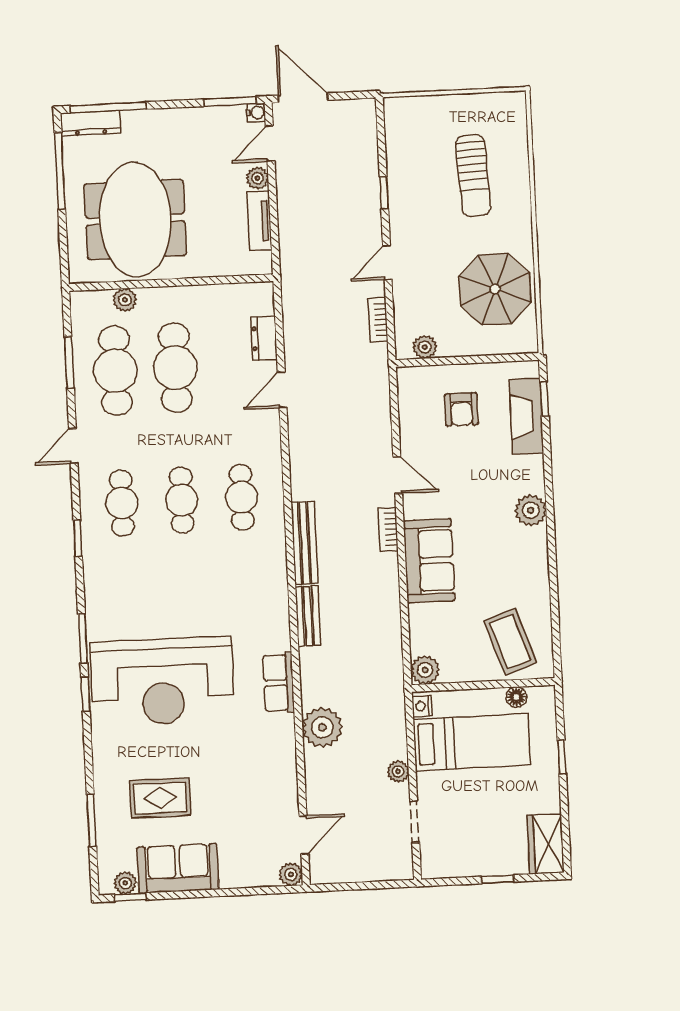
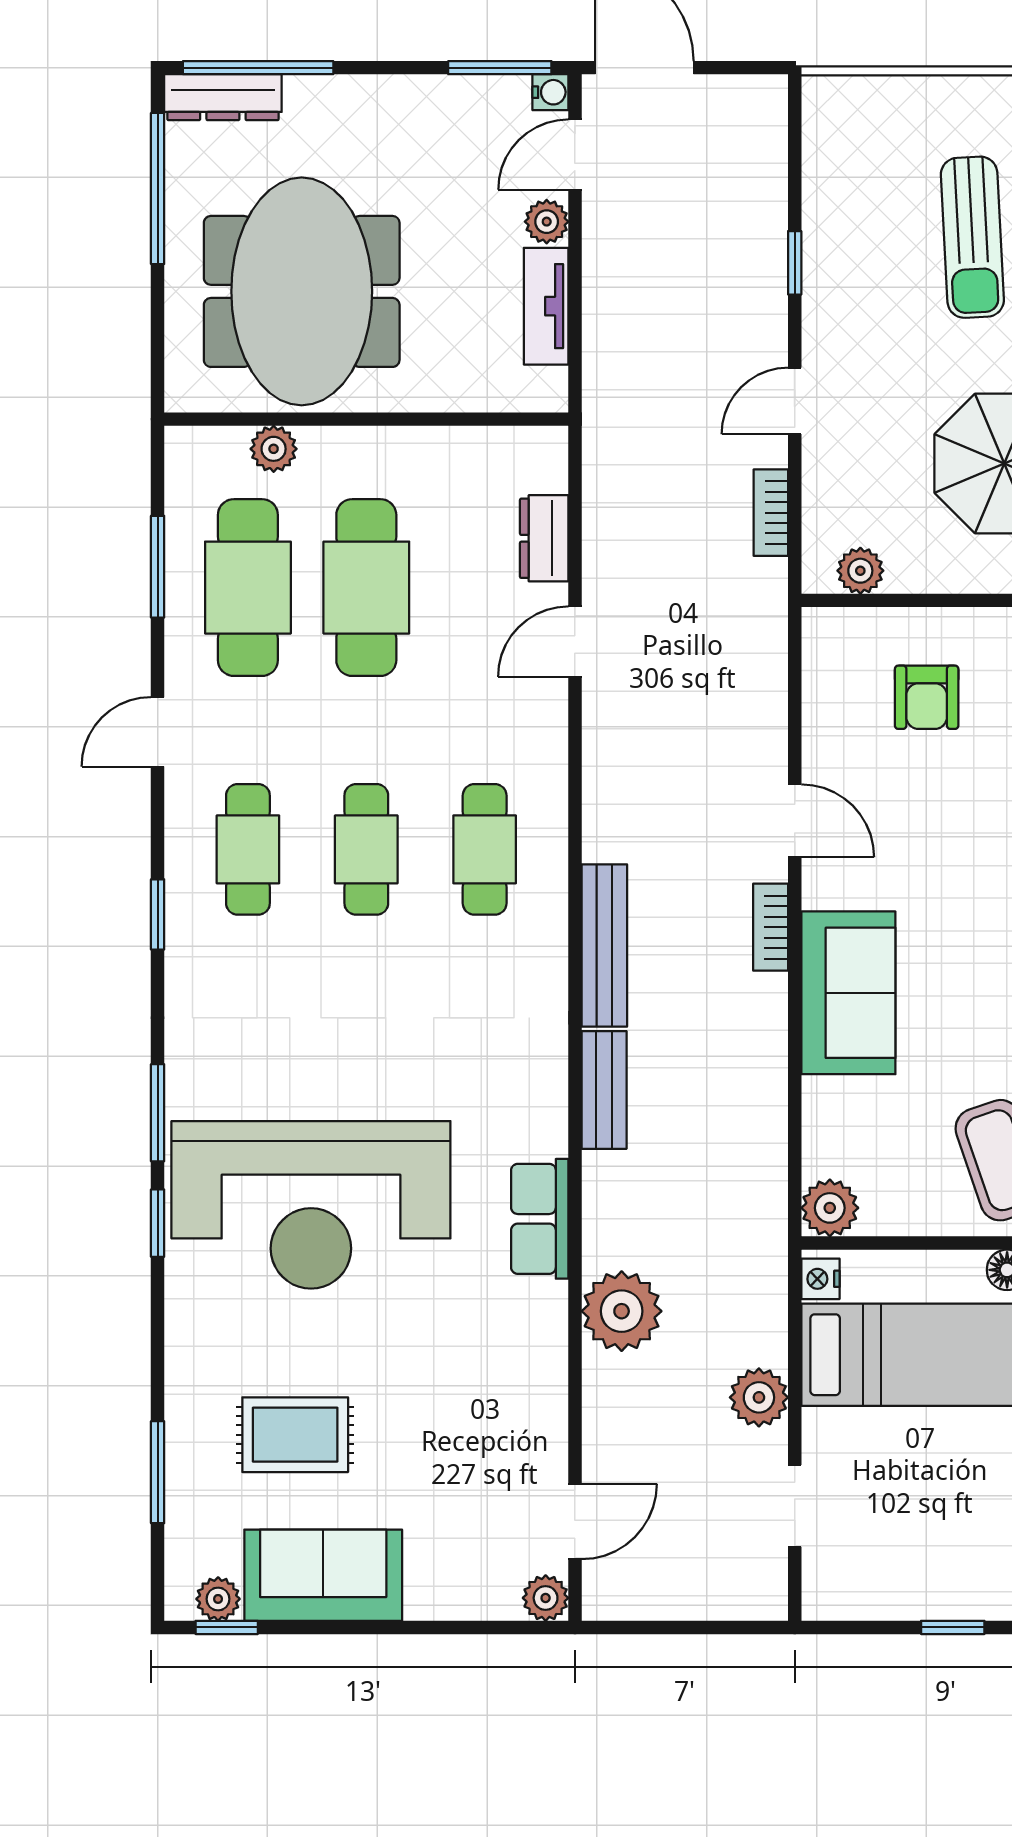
plant: (398, 771) -> (759, 1397), width x1.38, depth x1.38

